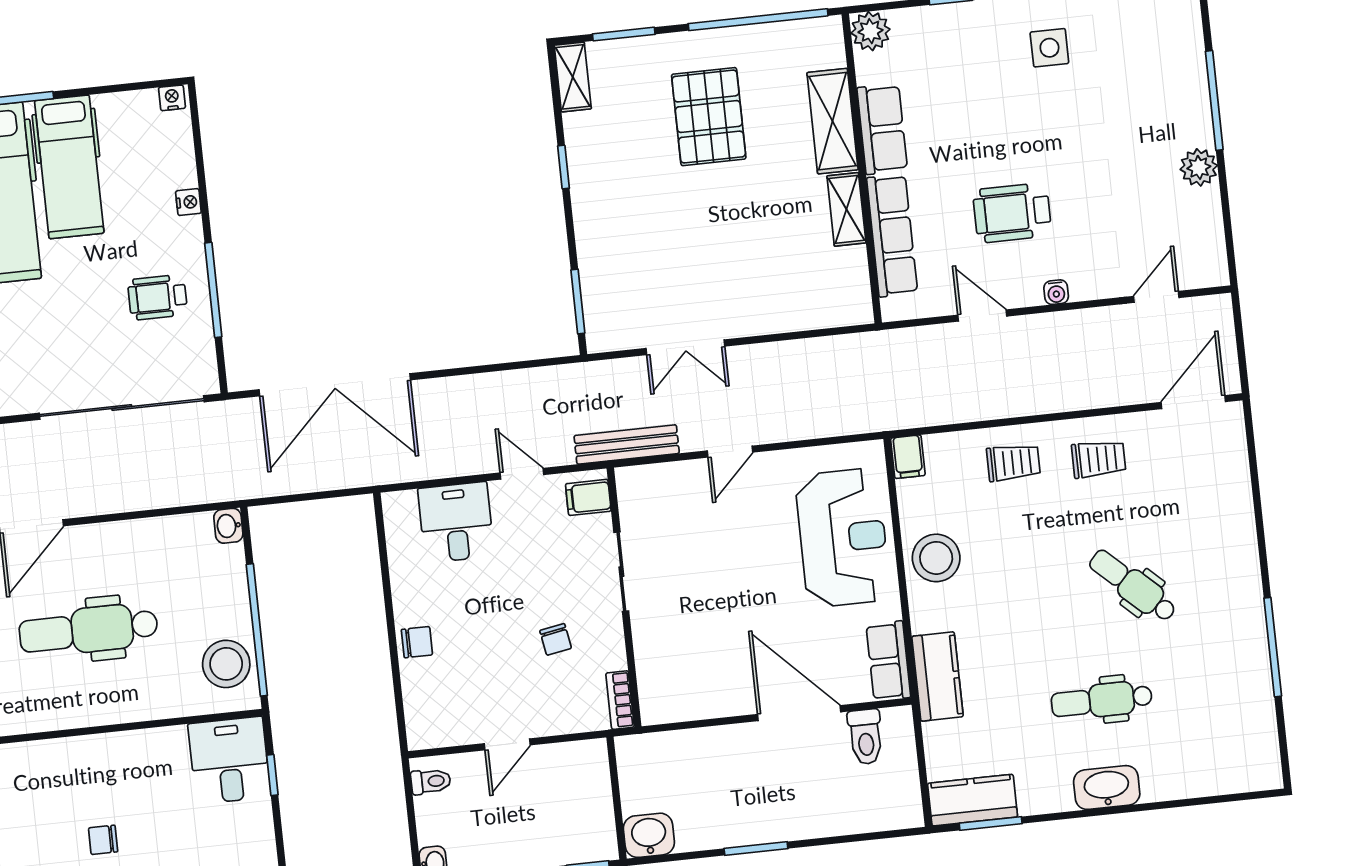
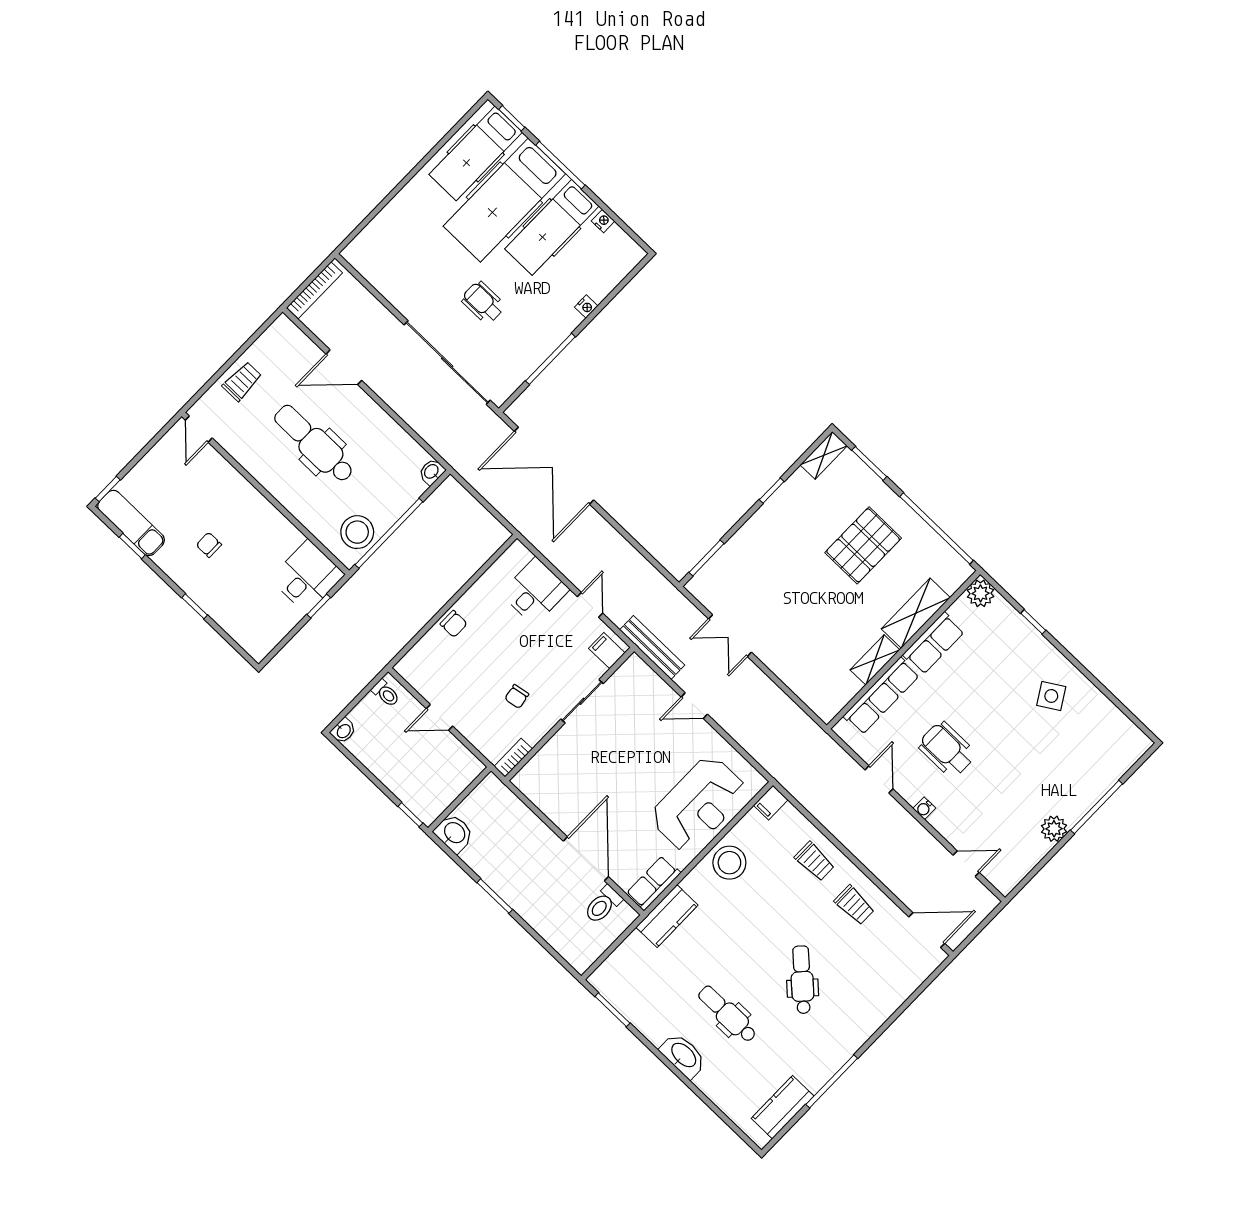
side table: (1049, 48) -> (1051, 696), turned -32
nightstand: (172, 98) -> (603, 221), moved
wheelchair: (157, 297) -> (483, 303), moved
kitchen counter: (973, 800) -> (783, 1107), moved, turned -90

